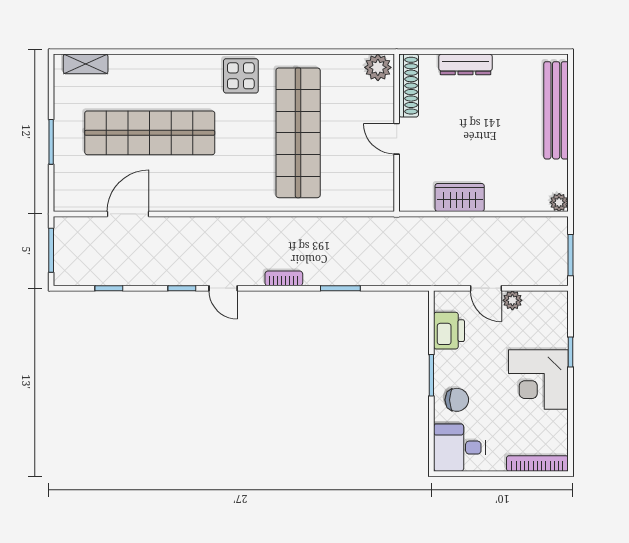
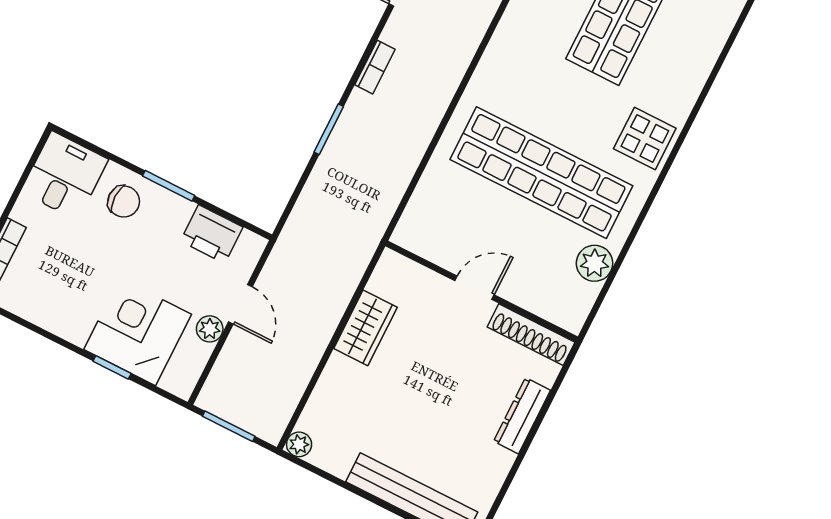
plant: (378, 67) -> (595, 263), moved
door: (486, 288) -> (240, 304), swing flipped
corner desk: (538, 379) -> (138, 332), moved
chair: (457, 400) -> (124, 201), turned -90

